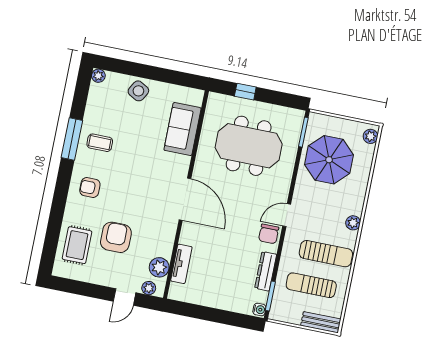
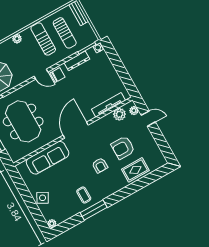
sofa: (183, 129) -> (48, 158), width x1.36
armchair: (90, 187) -> (100, 165), moved
rug: (77, 245) -> (135, 170), moved
tv unit: (181, 264) -> (108, 105), width x1.41

